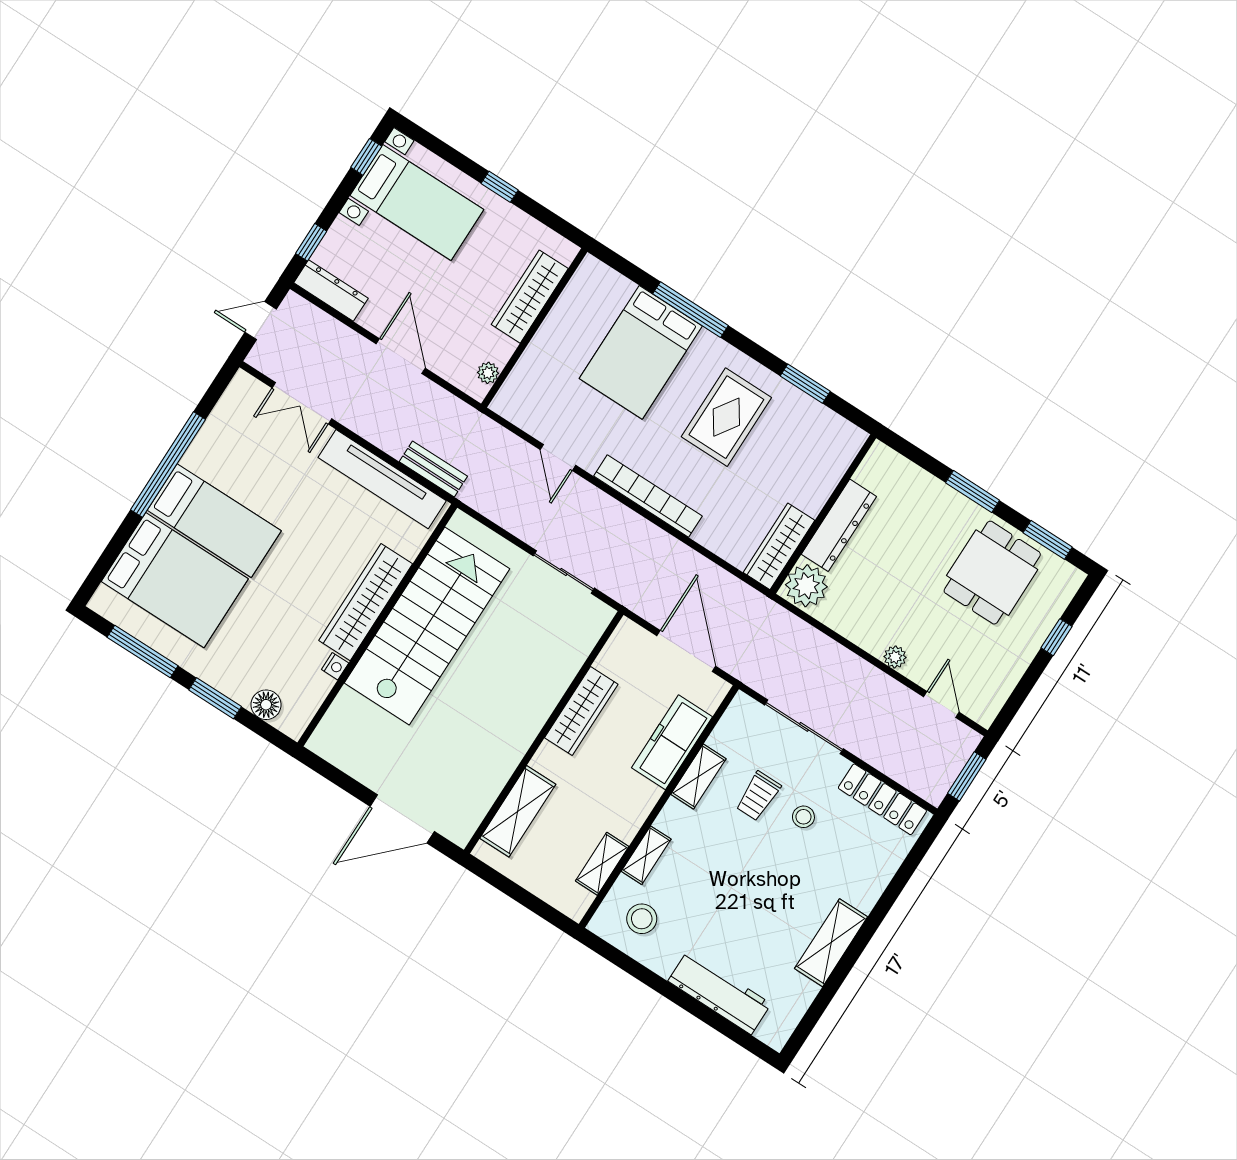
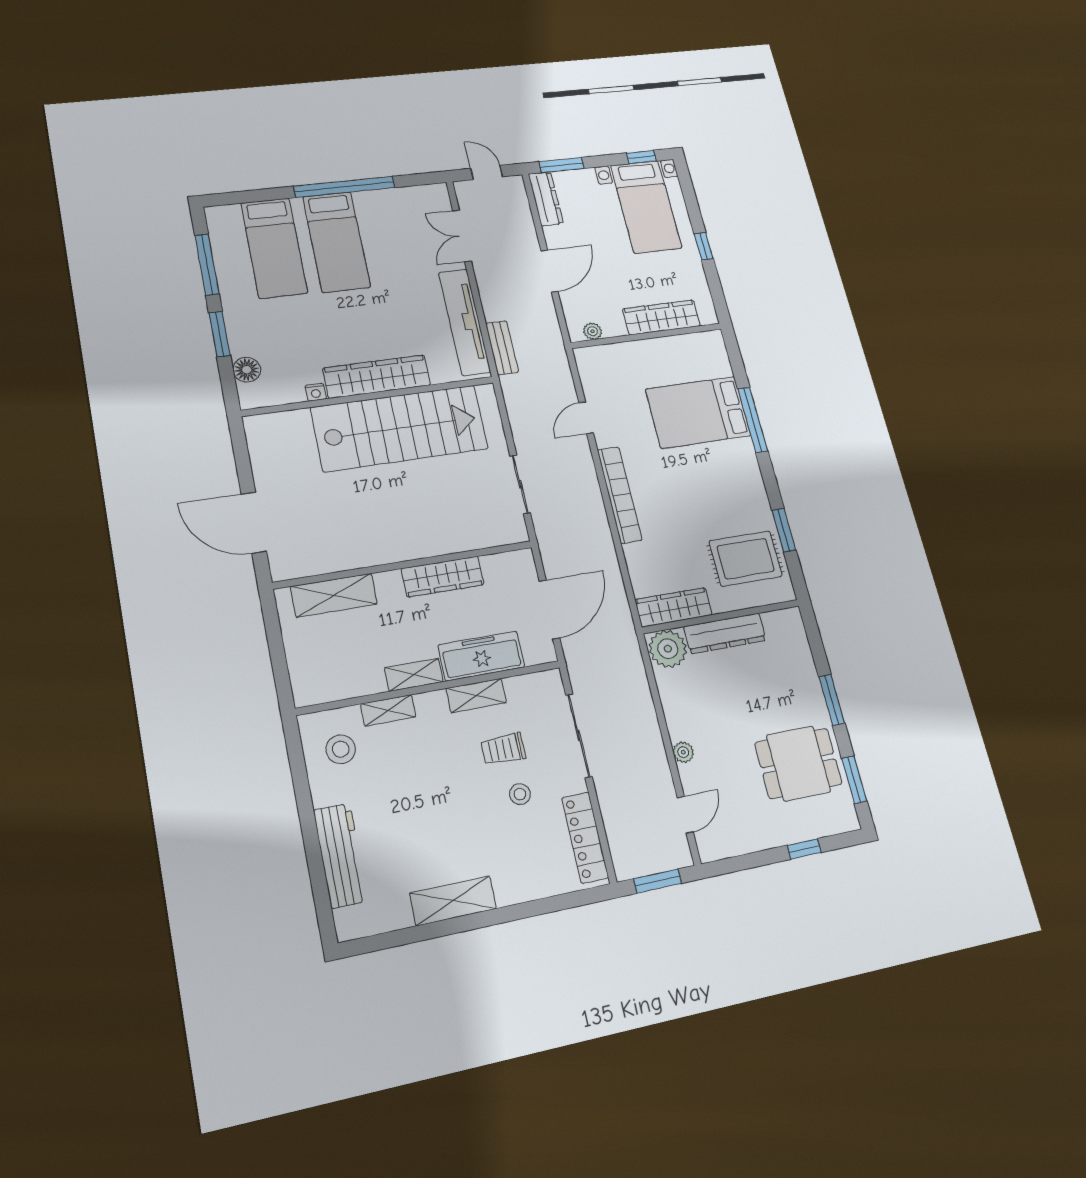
window: (311, 242) -> (562, 165), width x1.50
rug: (726, 417) -> (746, 559), moved
bed: (175, 580) -> (274, 248), width x0.67
shelving: (602, 864) -> (414, 675), moved

